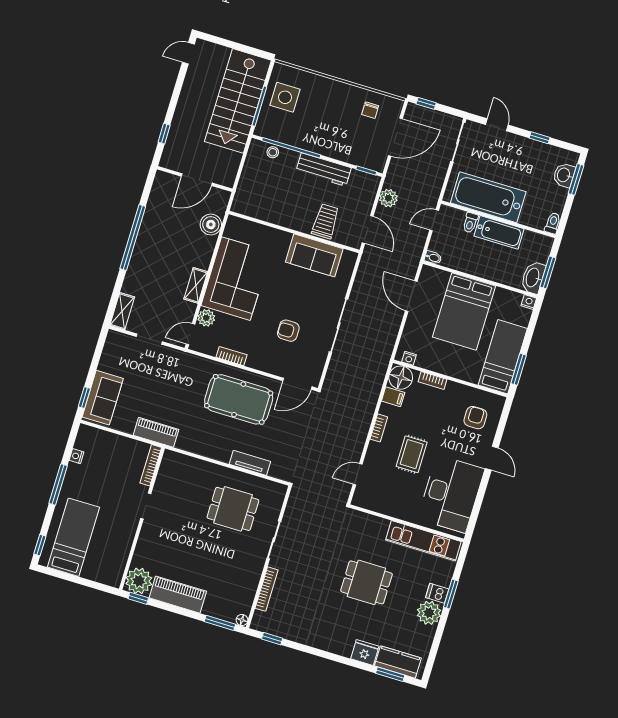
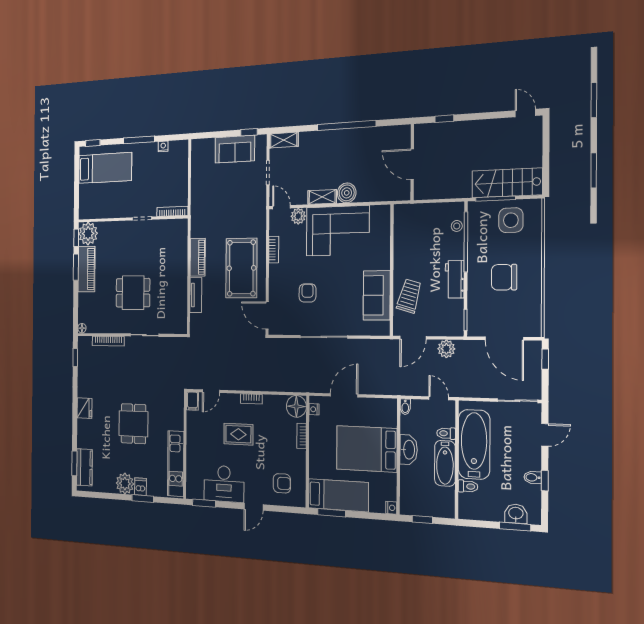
stairs: (238, 101) -> (507, 183), width x0.73, depth x0.66
chair: (370, 110) -> (504, 277), moved, width x1.87, depth x1.87
bidet: (534, 148) -> (533, 477), added
workbench: (324, 170) -> (455, 279), width x0.73
trolley: (325, 221) -> (409, 296), turned -74
toilet: (553, 223) -> (468, 486), moved
boiler: (211, 225) -> (347, 193), moved
window: (548, 272) -> (422, 520), width x0.67
washbasin: (533, 278) -> (409, 450), moved, turned 90
door: (411, 296) -> (344, 395), moved
filing cabinet: (393, 397) -> (192, 401), moved
window: (84, 398) -> (249, 132), moved
sofa: (103, 398) -> (235, 149), moved
piano: (156, 432) -> (198, 257), moved
door: (358, 474) -> (211, 391), swing flipped
desk: (451, 494) -> (224, 484), width x0.73, depth x0.77
dining table: (233, 509) -> (133, 293), moved, turned 90
window: (474, 518) -> (204, 503), added
window: (220, 623) -> (76, 267), moved
fridge: (365, 652) -> (84, 408), moved

